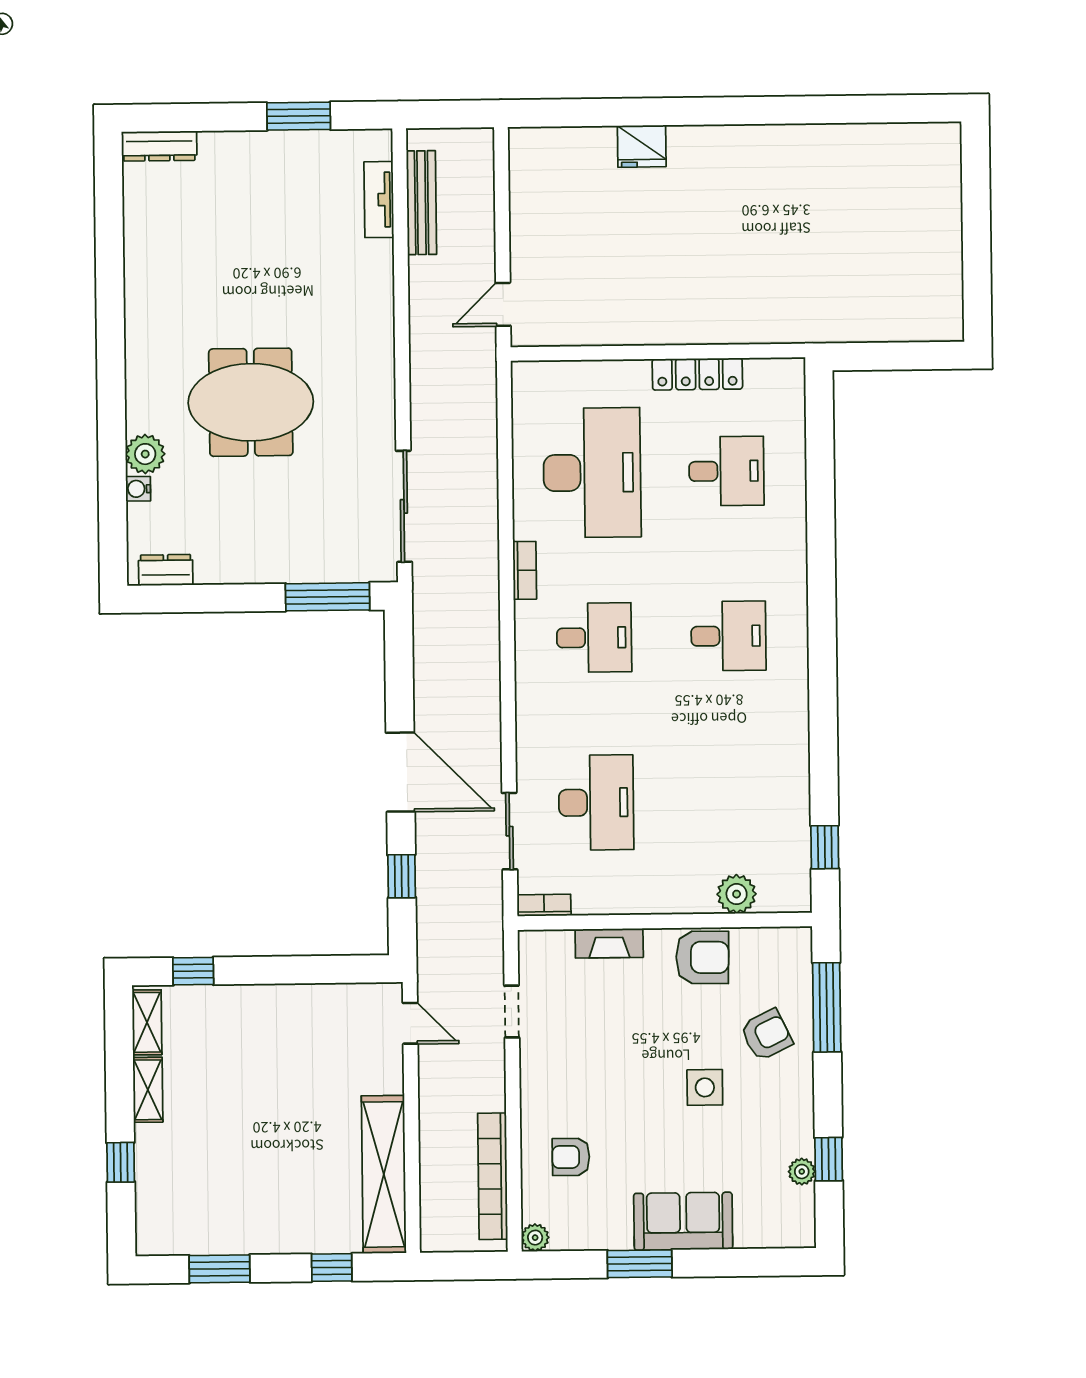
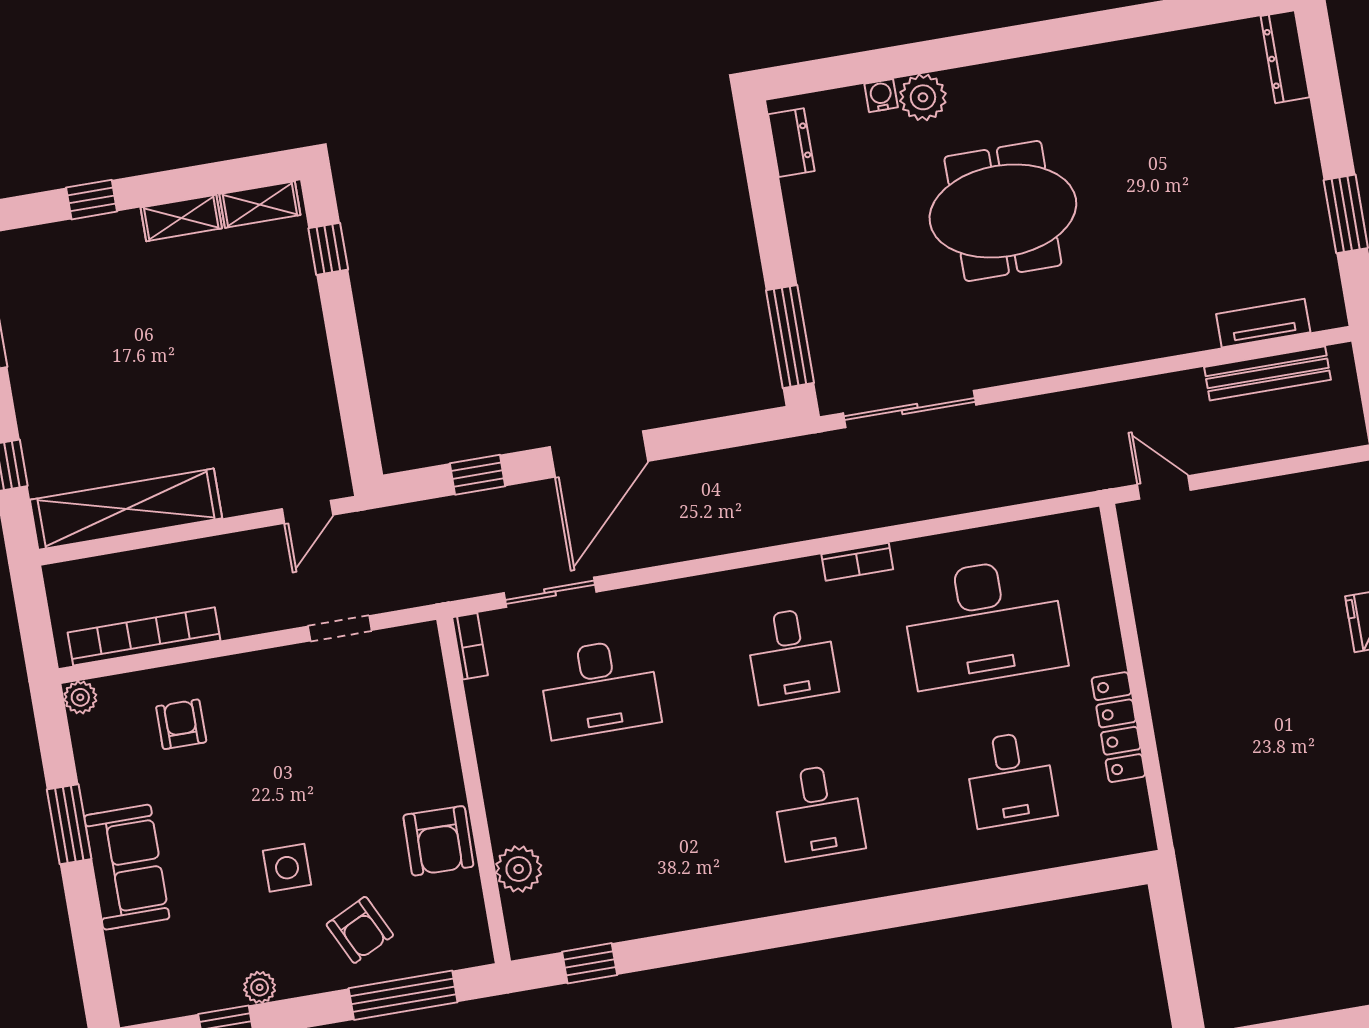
meeting table: (251, 402) -> (1003, 211), turned 90
fireplace: (609, 943) -> (438, 729), removed
plant: (802, 1172) -> (260, 987), moved

